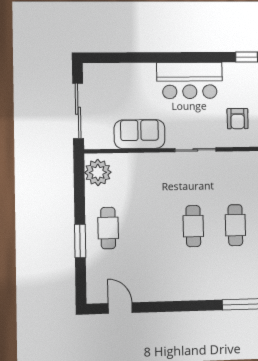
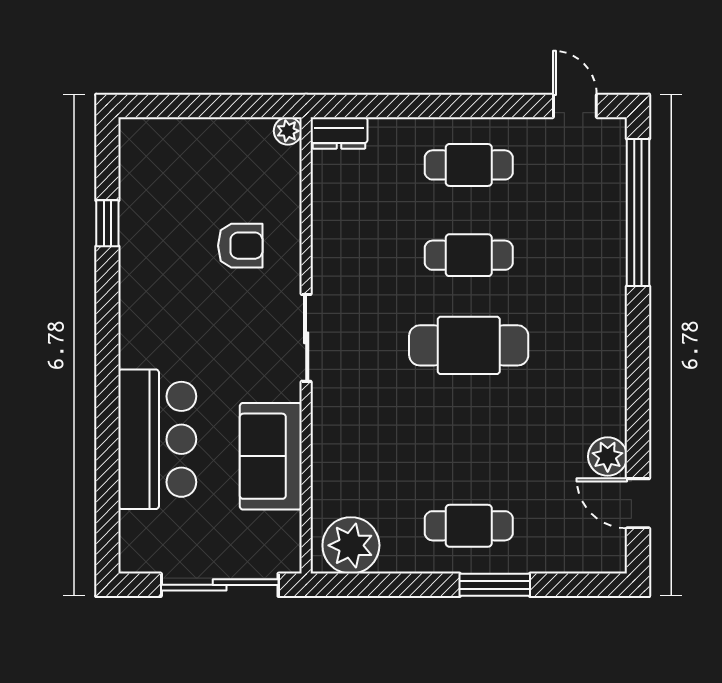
bar counter: (190, 81) -> (157, 439), moved
cafe table: (193, 226) -> (469, 345), width x1.37, depth x1.35
plant: (142, 293) -> (608, 457), added
door: (120, 308) -> (638, 503), hinge flipped

